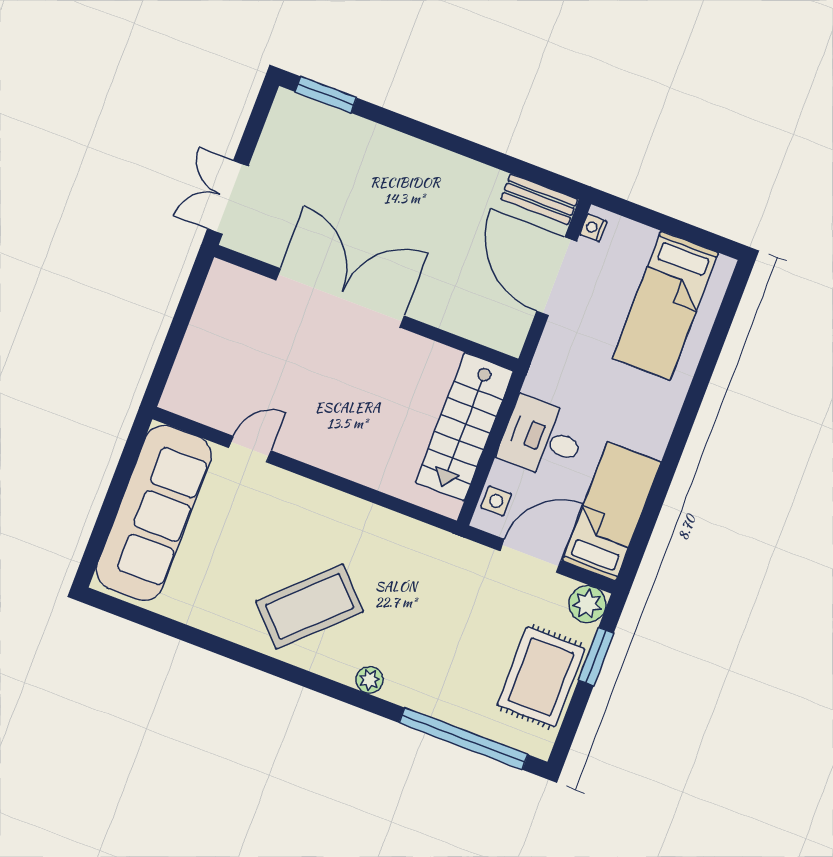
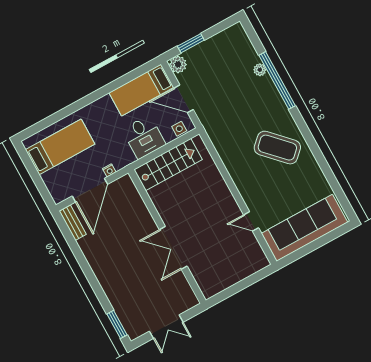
double door: (228, 197) -> (166, 327), moved
nightstand: (593, 228) -> (109, 170), moved
double door: (340, 298) -> (173, 248), width x0.73
rug: (541, 677) -> (217, 53), removed
plant: (369, 680) -> (260, 70), moved
window: (463, 739) -> (277, 80), moved

